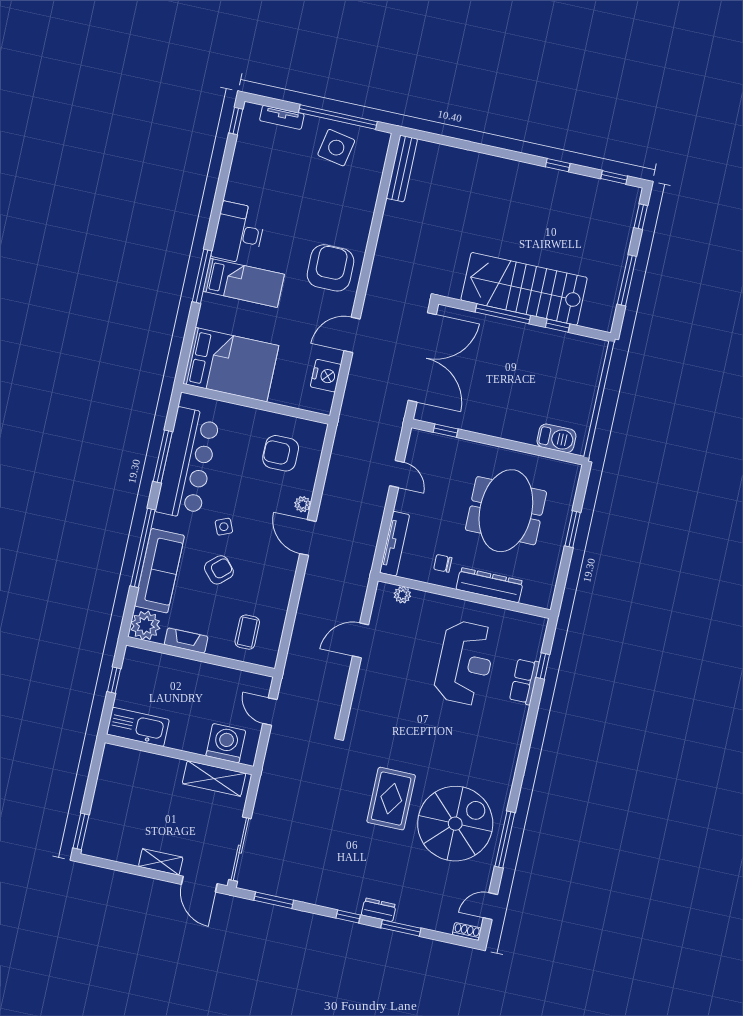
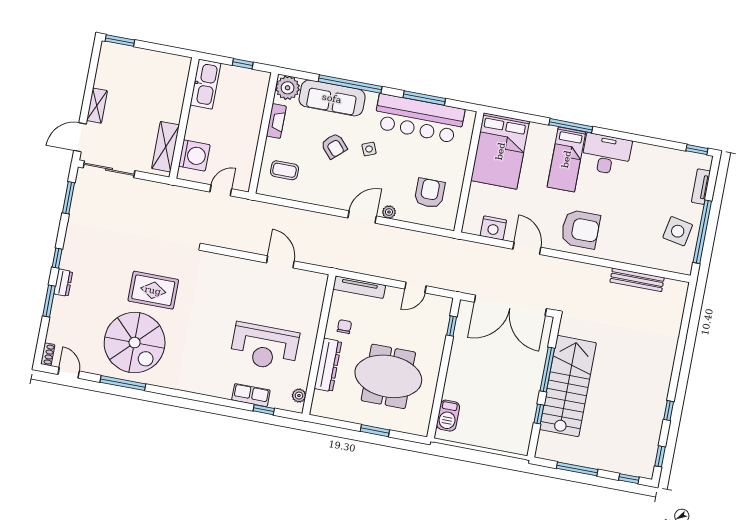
bench: (402, 169) -> (637, 280), moved
plant: (402, 595) -> (299, 396), moved

